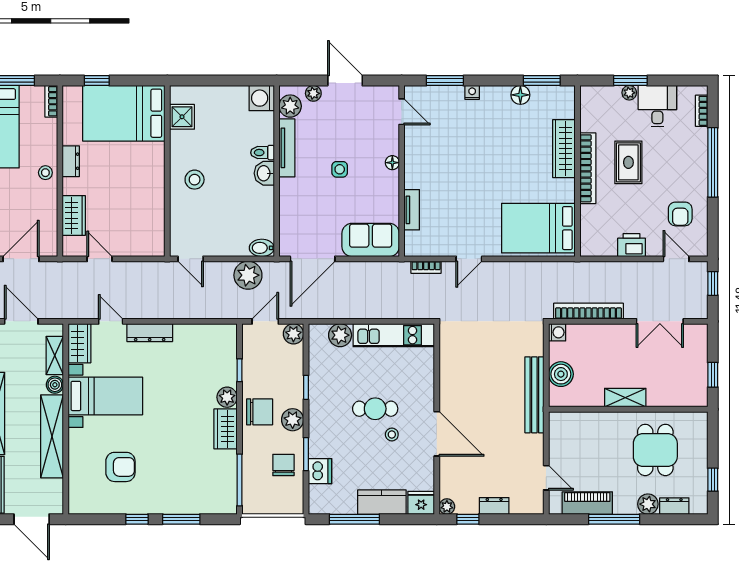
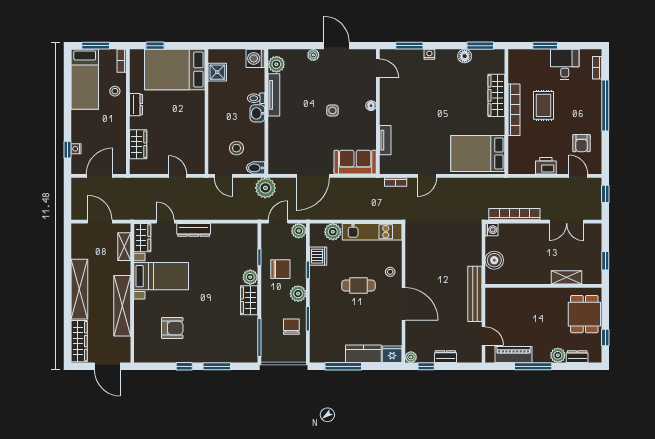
plant: (629, 93) -> (544, 55), removed
washing machine: (262, 98) -> (255, 58), moved
plant: (290, 106) -> (276, 64), moved
tv unit: (287, 148) -> (274, 95), moved
toilet: (262, 153) -> (256, 98), moved
wall: (277, 171) -> (266, 112), moved
stool: (45, 173) -> (115, 91), moved
washbasin: (264, 173) -> (257, 113), moved
stool: (195, 180) -> (236, 148), moved
bidet: (262, 248) -> (256, 168), moved
door: (100, 259) -> (178, 176), moved
boiler: (55, 385) -> (124, 268), removed
bench: (534, 395) -> (475, 294), moved
shelving: (625, 398) -> (566, 277), moved
chair: (260, 412) -> (280, 269), moved
stool: (392, 434) -> (390, 272), moved
dining table: (655, 450) -> (584, 314), moved
dishwasher: (320, 471) -> (318, 256), moved

